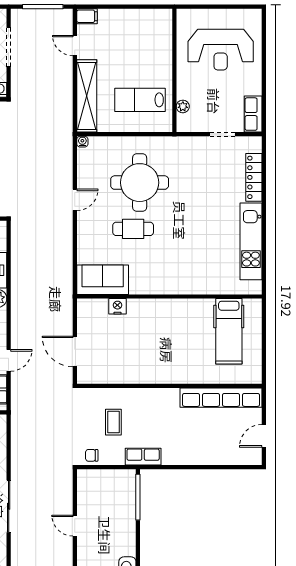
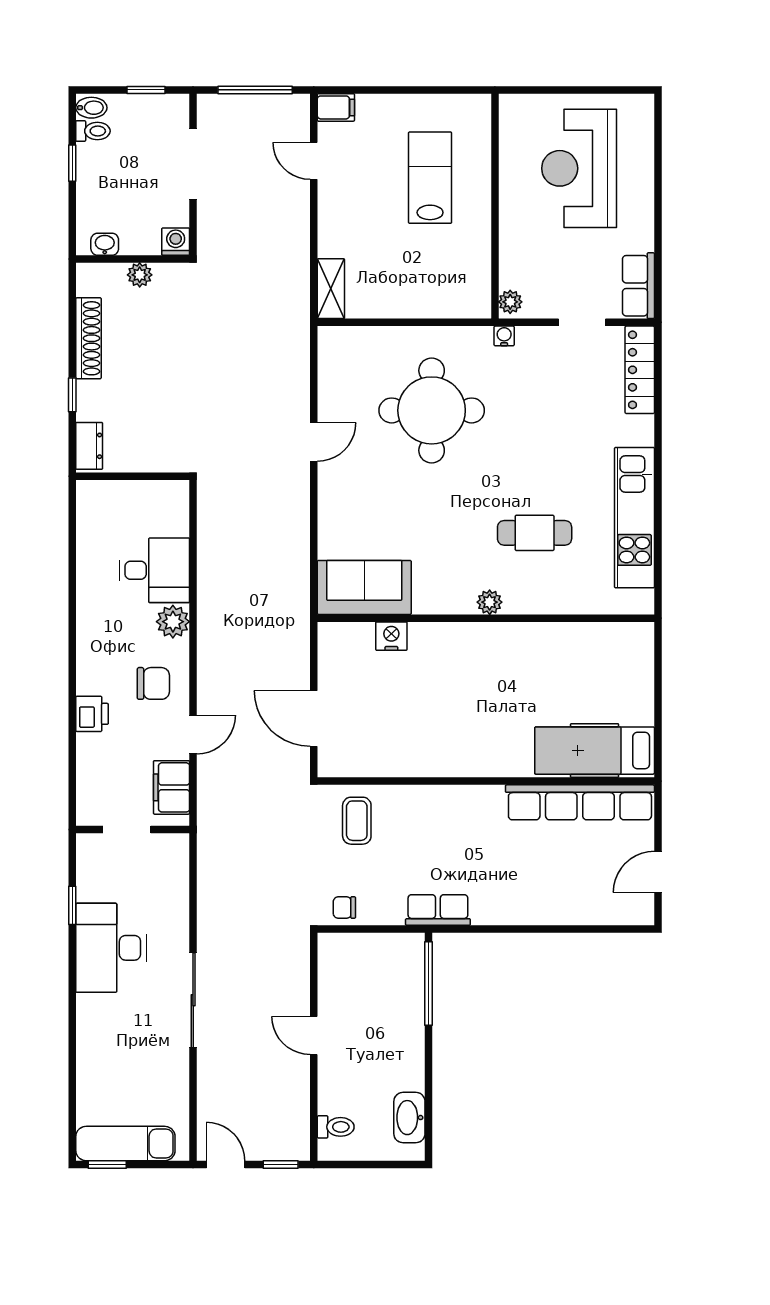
reception desk: (221, 50) -> (579, 168), turned 90
shelving: (87, 96) -> (331, 289), width x0.45, depth x0.75
lab bench: (140, 100) -> (430, 178), moved, turned 90
plant: (183, 106) -> (510, 302), moved
water cooler: (82, 142) -> (504, 336), moved
locker: (254, 177) -> (640, 370), moved
cafe table: (133, 229) -> (535, 533), moved
plant: (171, 288) -> (490, 602), added
hospital bed: (229, 331) -> (595, 751), moved, turned 90
coffee table: (113, 422) -> (357, 821), moved

